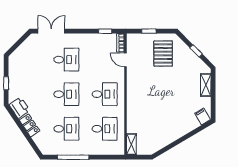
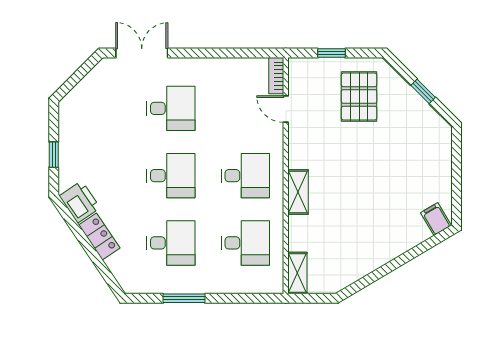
window: (105, 31) -> (246, 53), removed
shelving: (206, 85) -> (298, 192), moved
window: (73, 157) -> (184, 298), width x0.69

